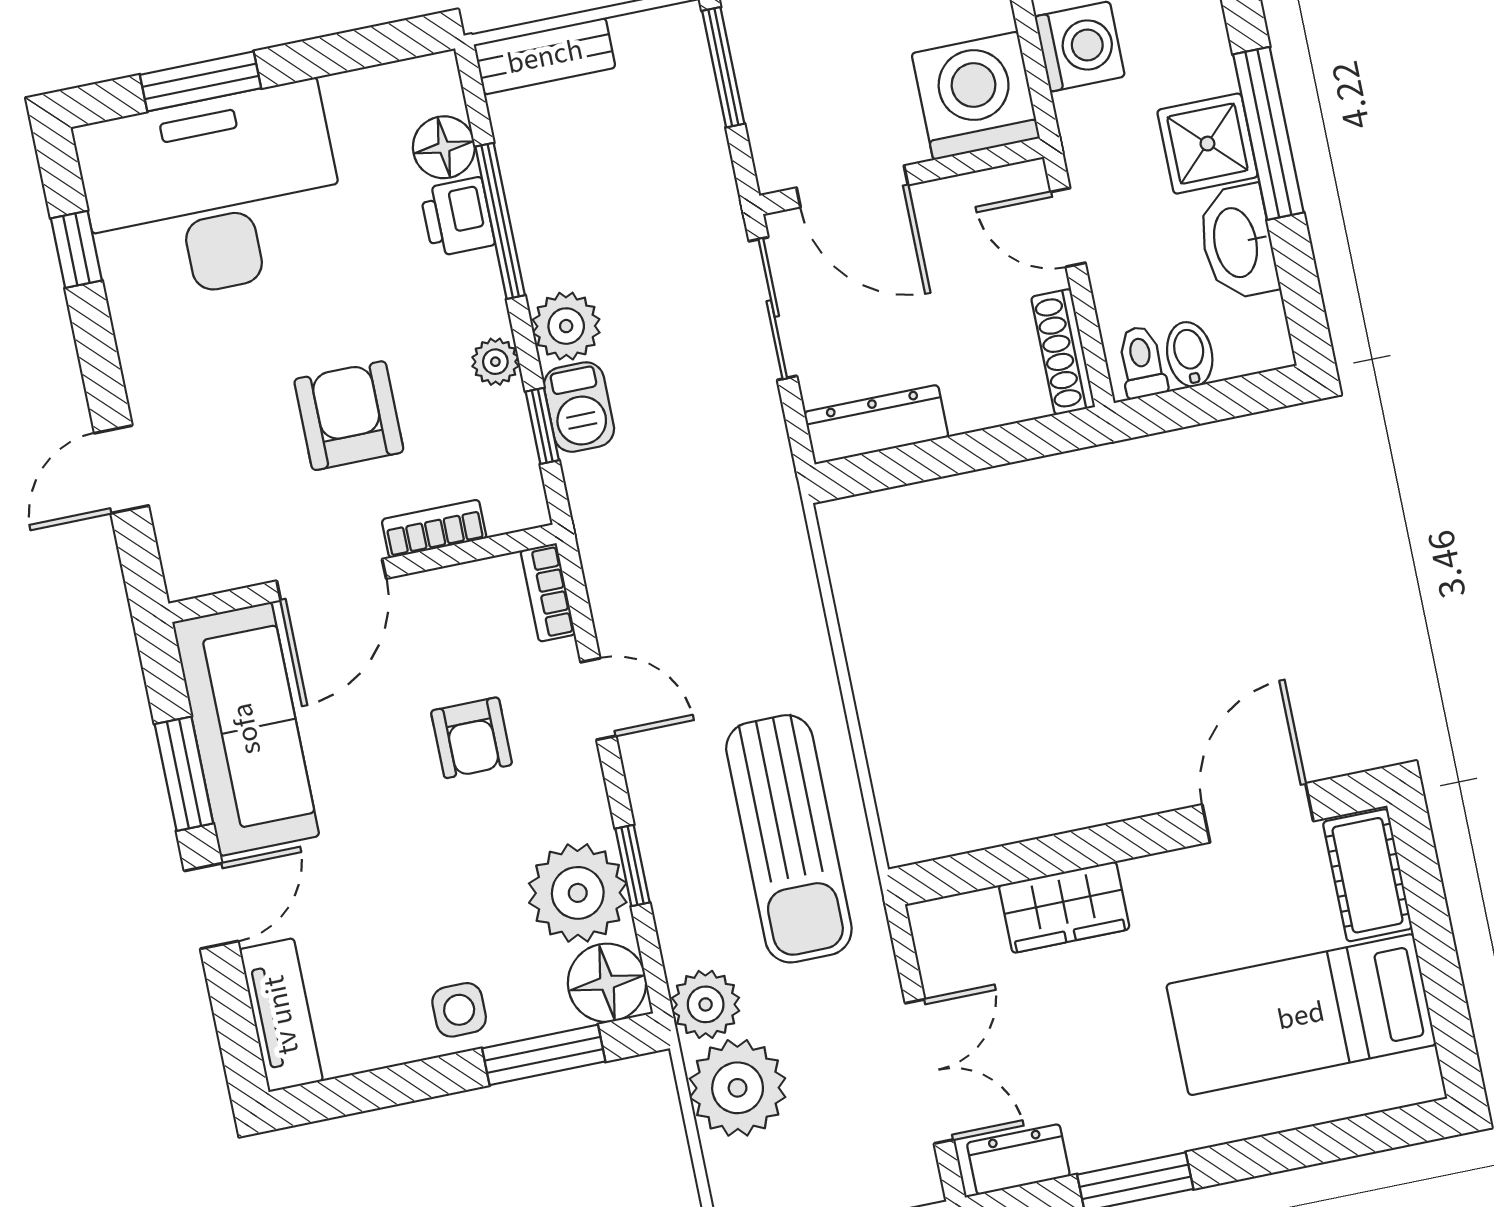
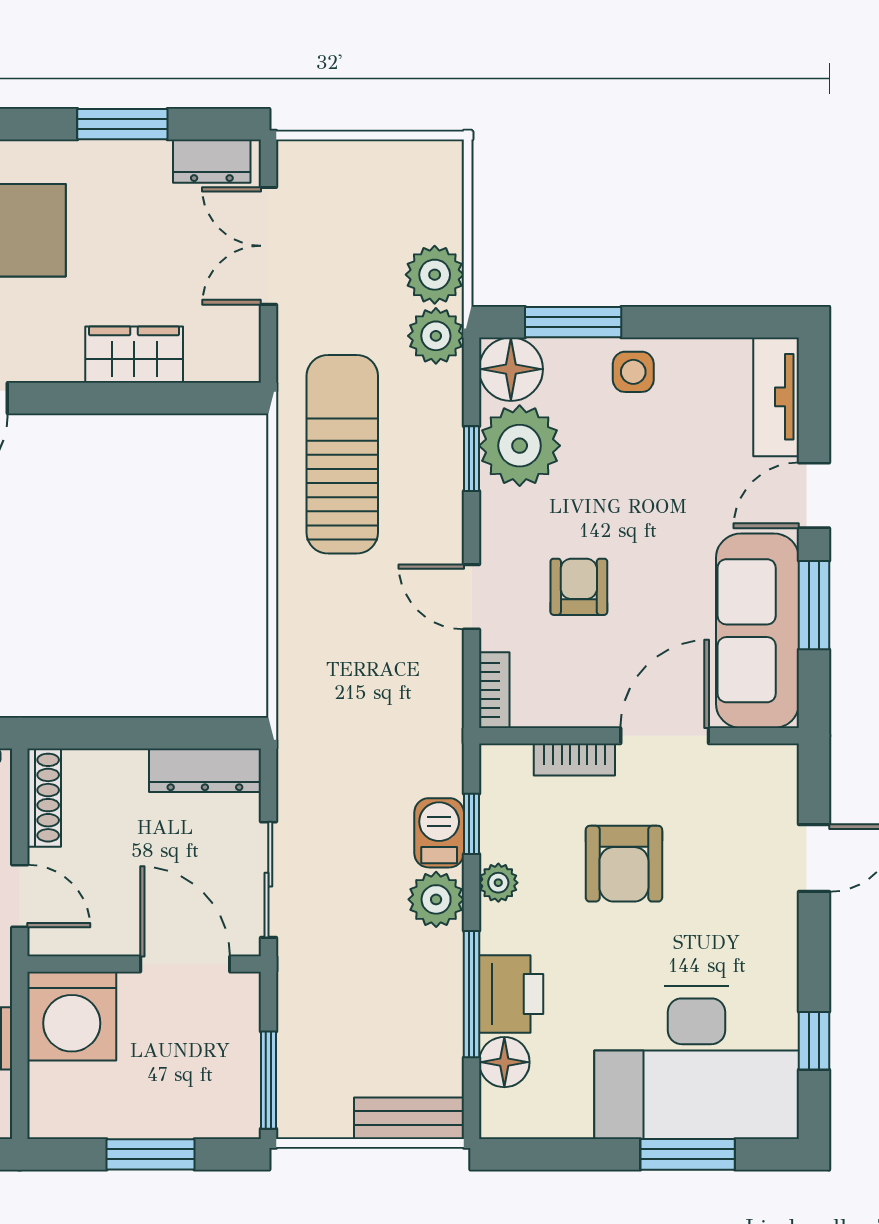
printer: (457, 217) -> (511, 994), width x1.36, depth x1.24
plant: (738, 1088) -> (435, 275), width x0.73, depth x0.73

